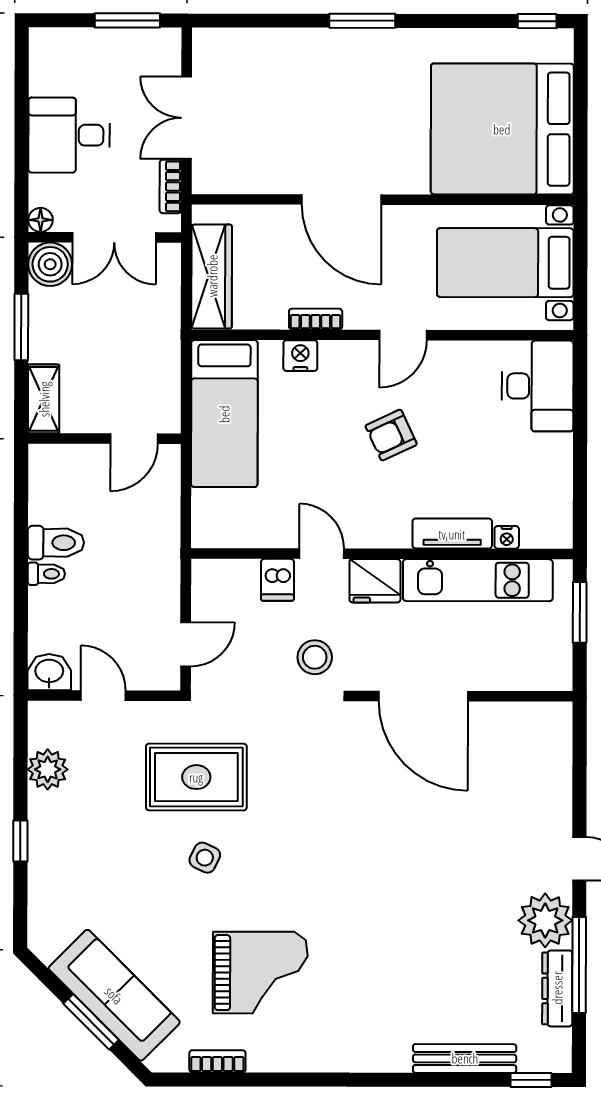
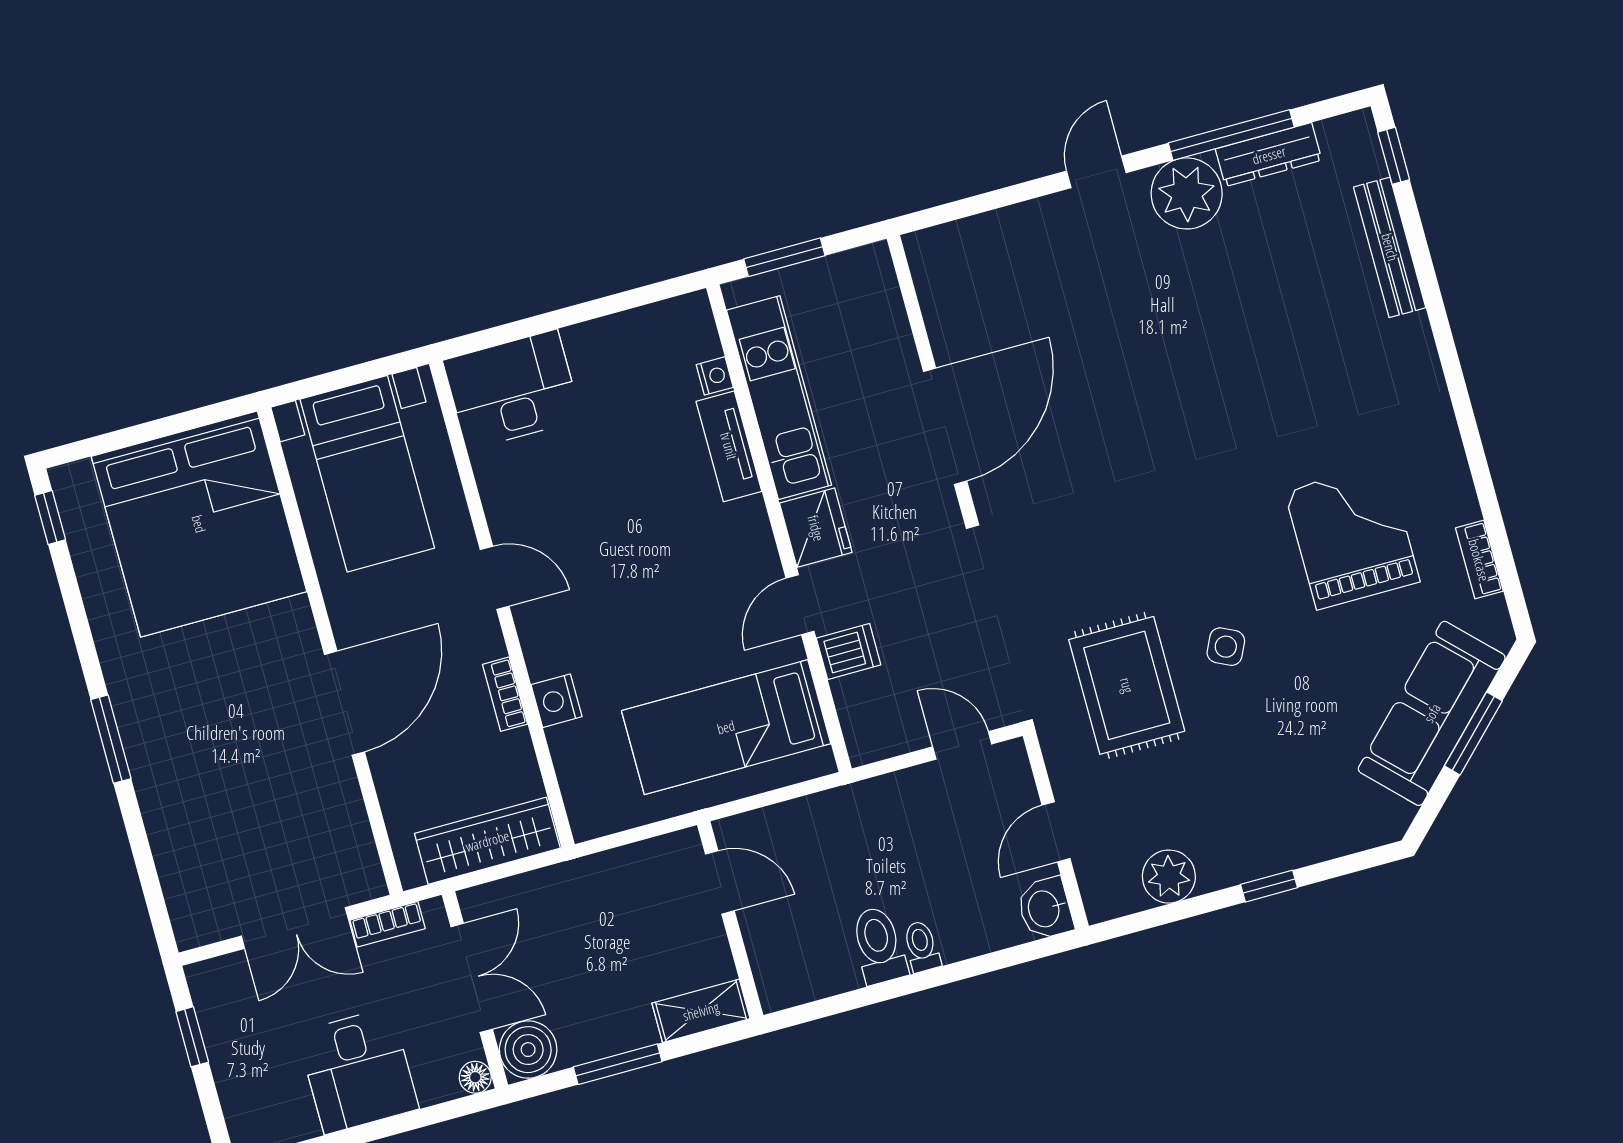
window: (127, 20) -> (192, 1037), width x0.67
bed: (224, 414) -> (726, 727), moved, turned 180
armchair: (391, 435) -> (626, 558), removed
stool: (315, 657) -> (934, 577), removed

